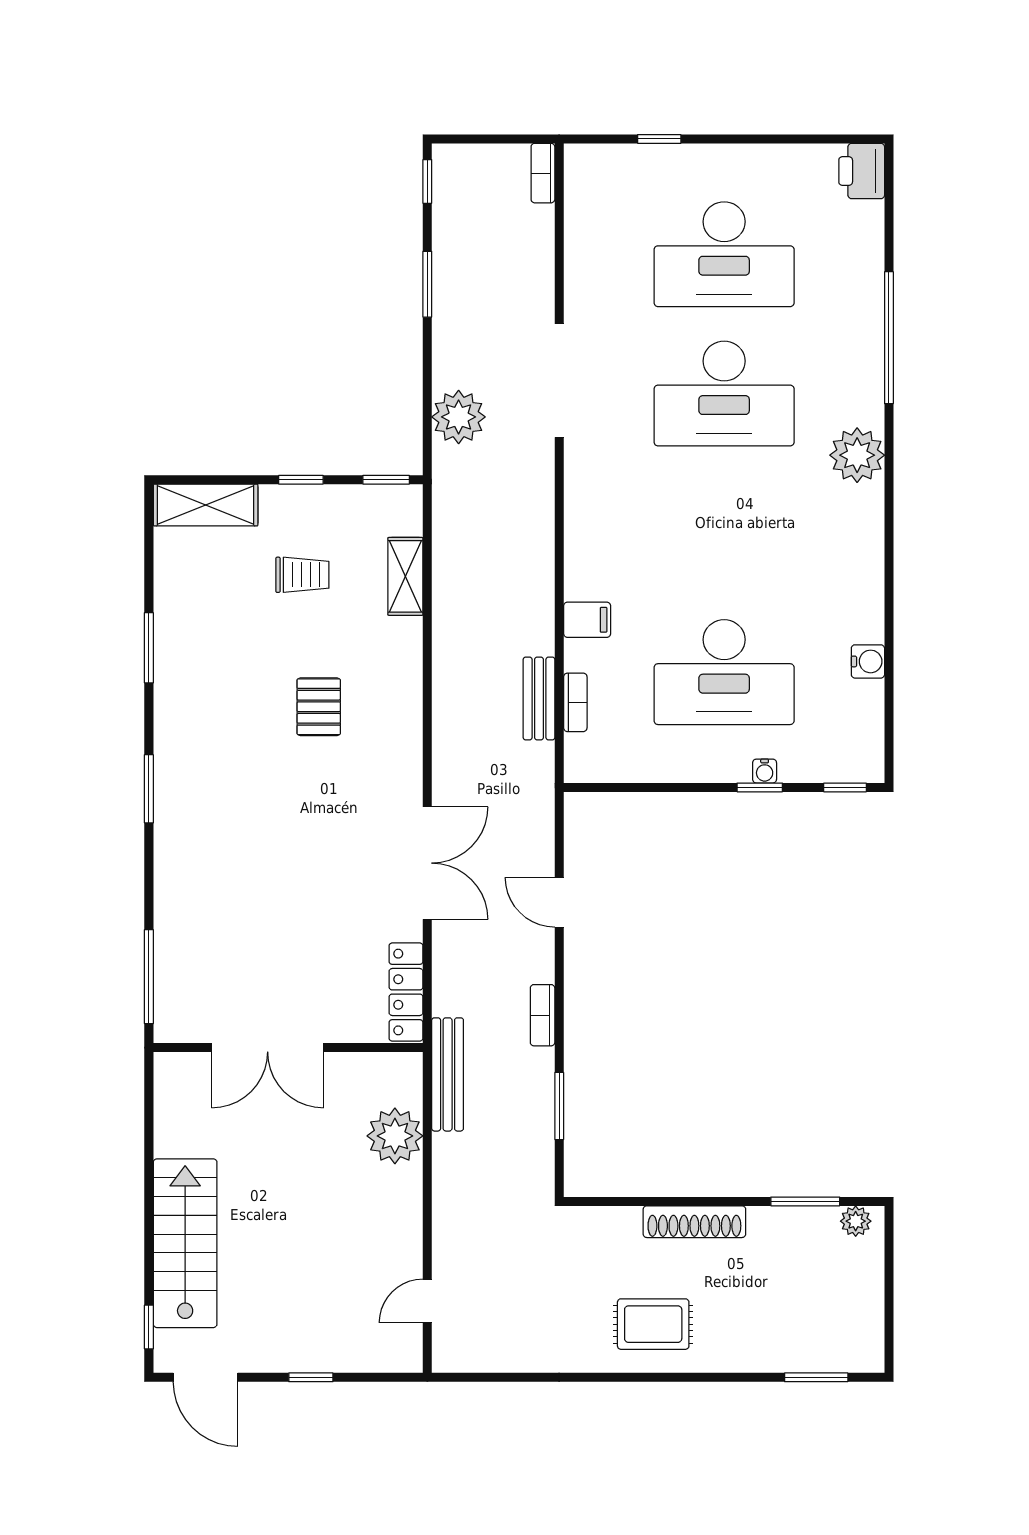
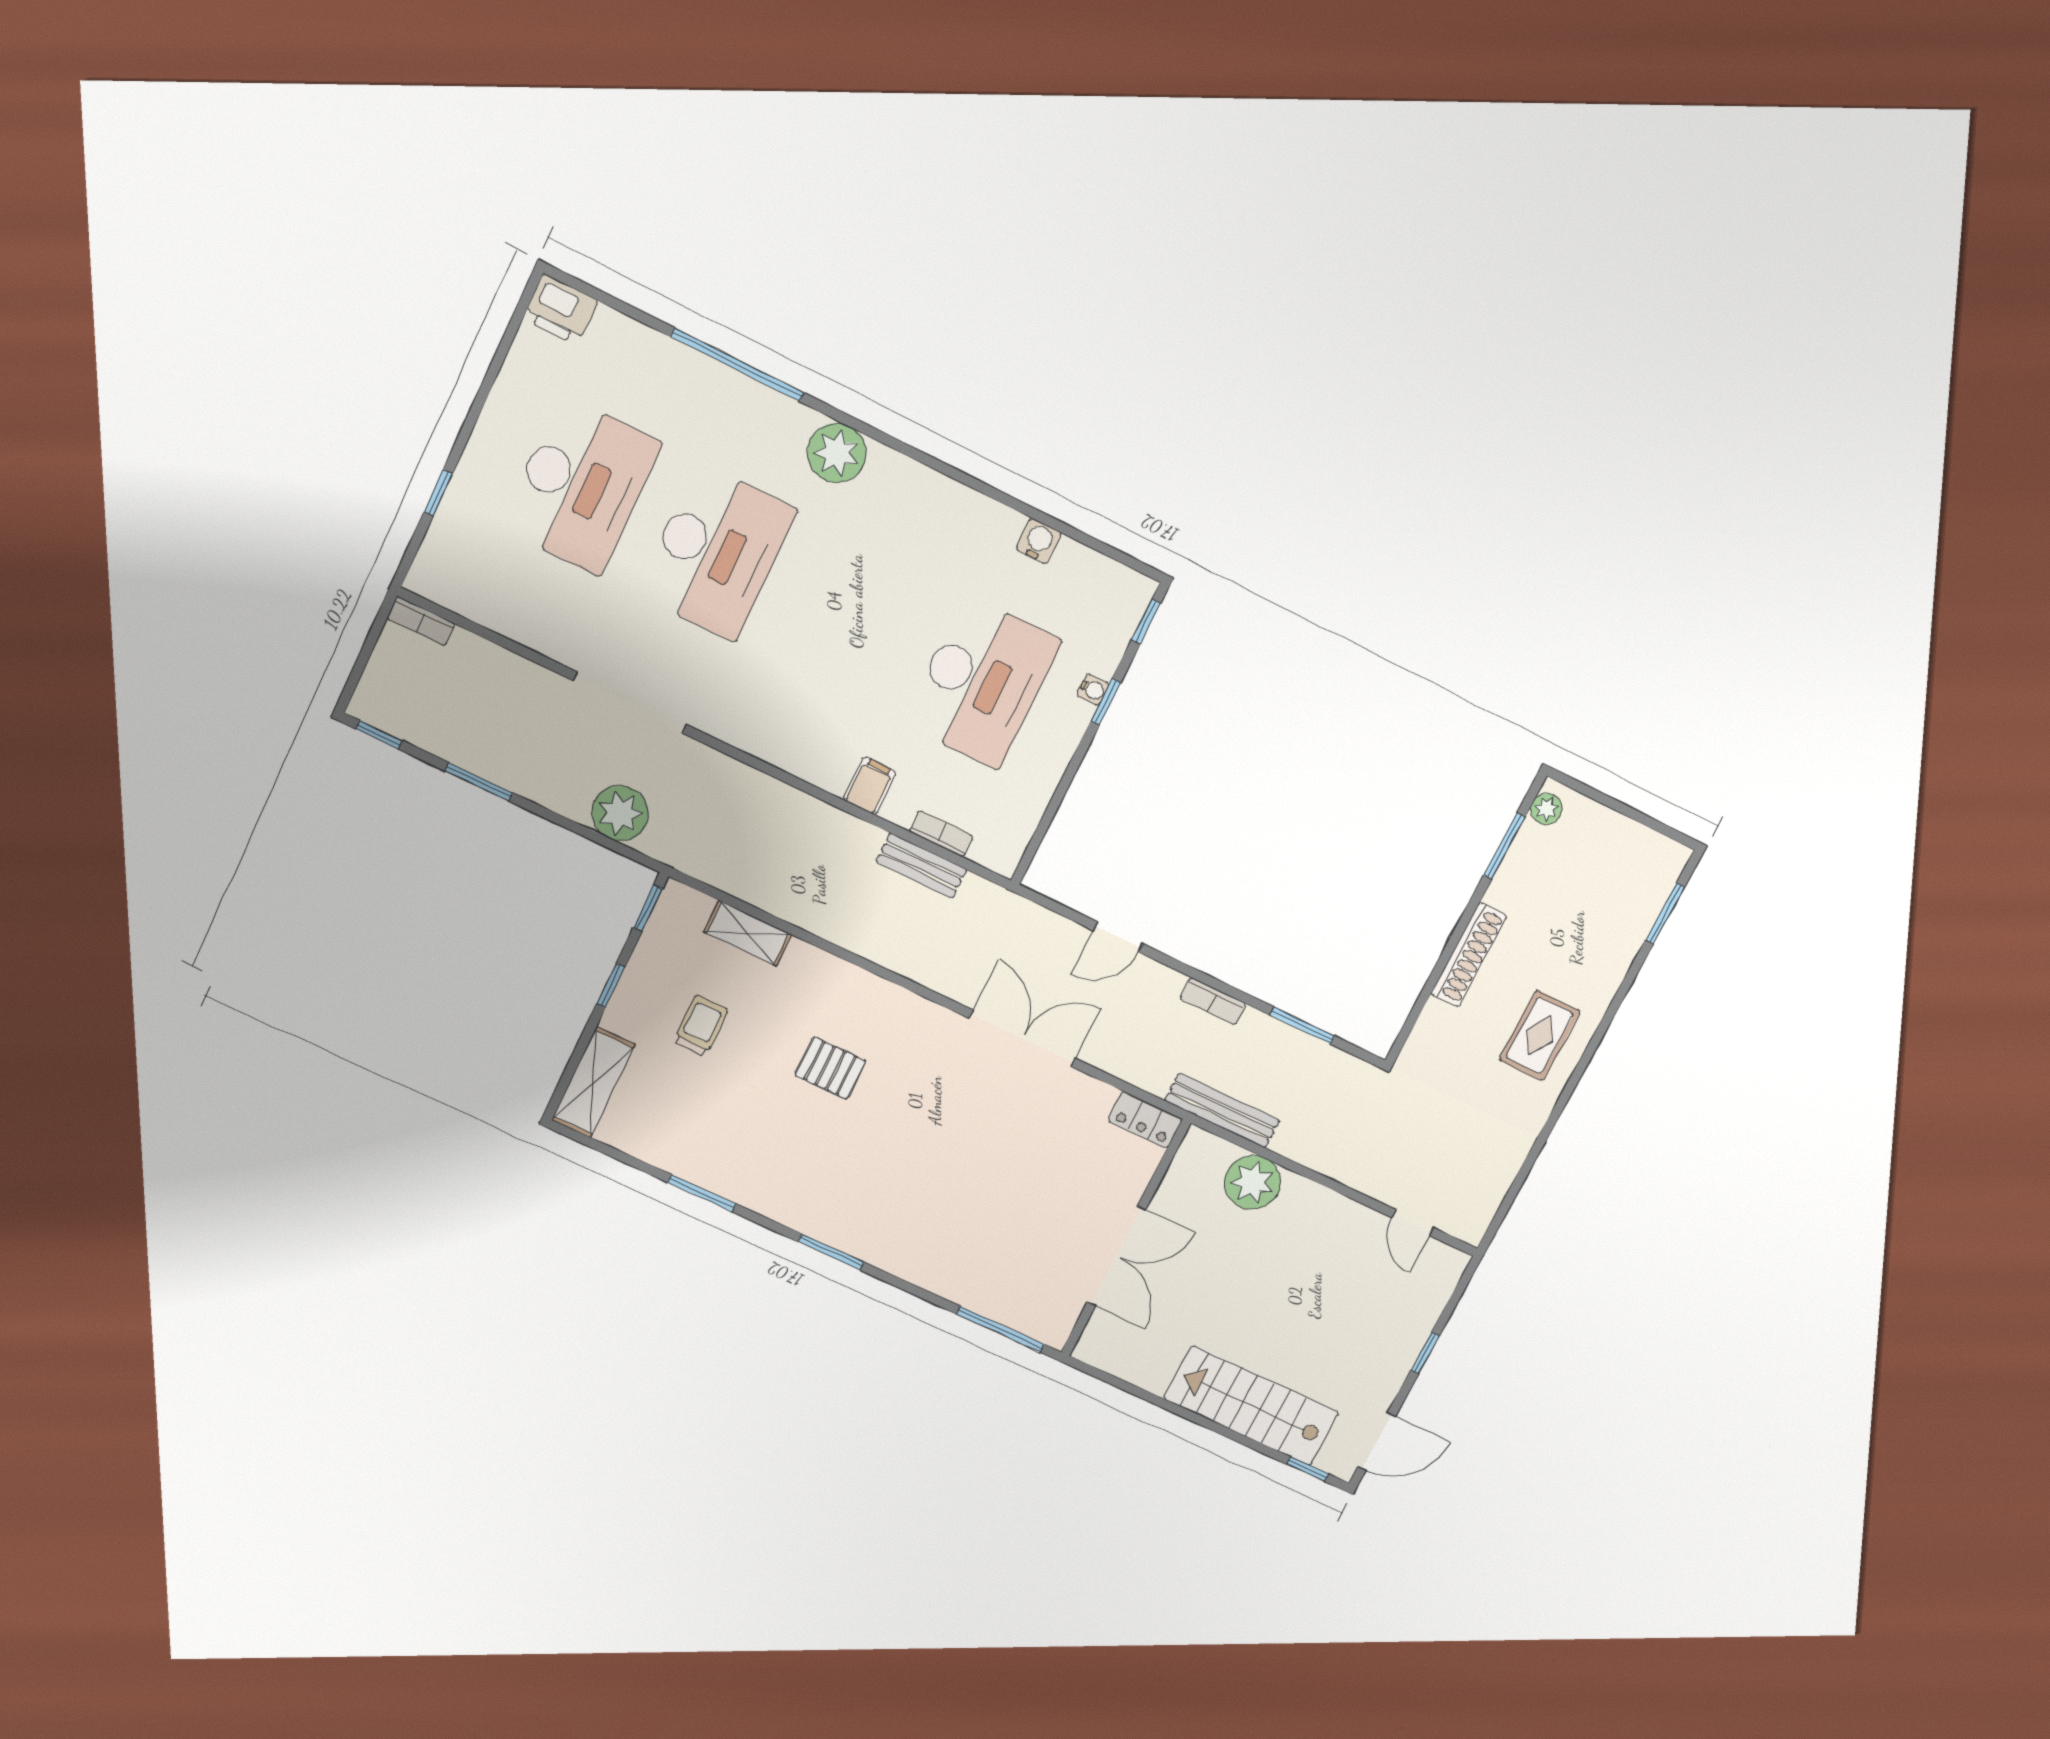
locker: (406, 992) -> (1145, 1120), width x0.66

